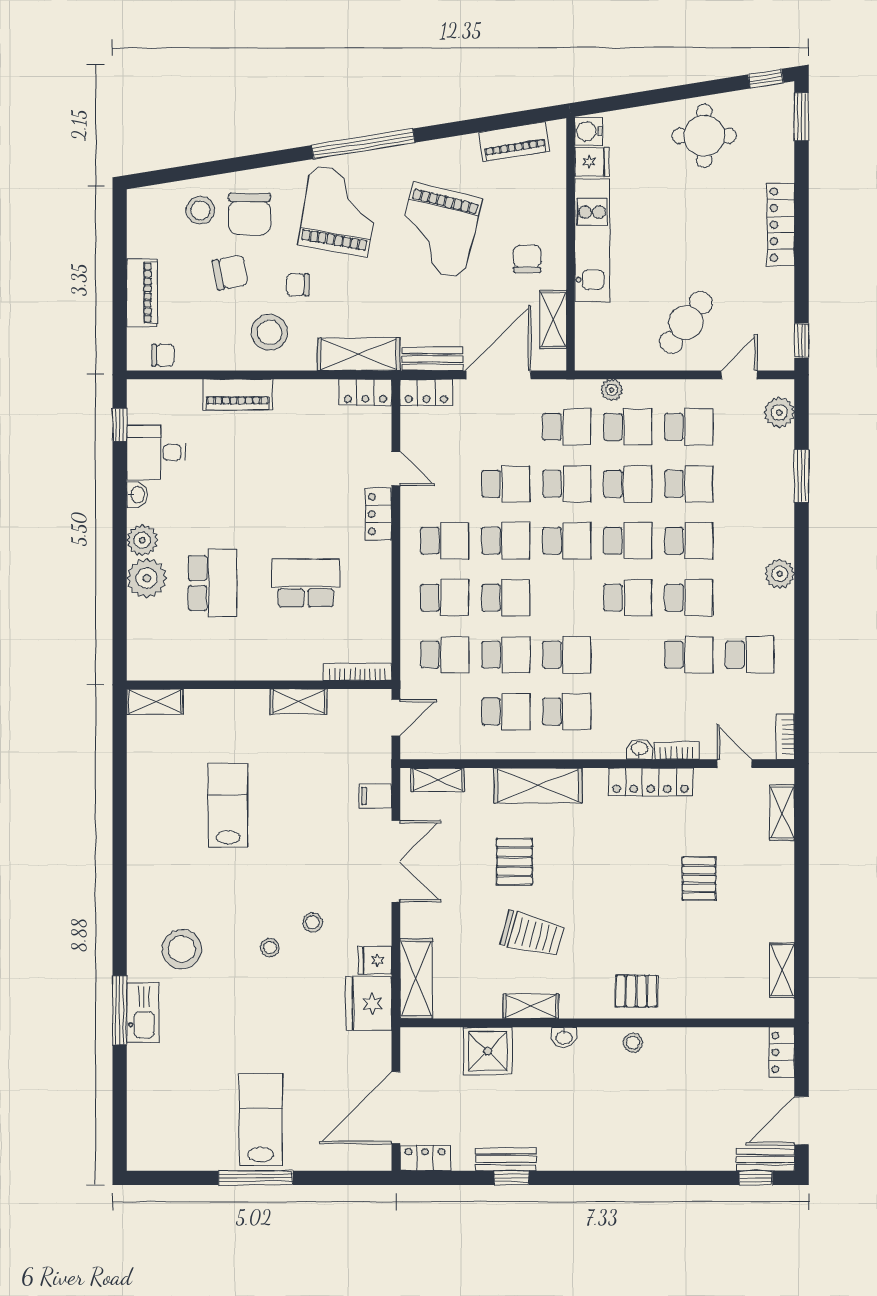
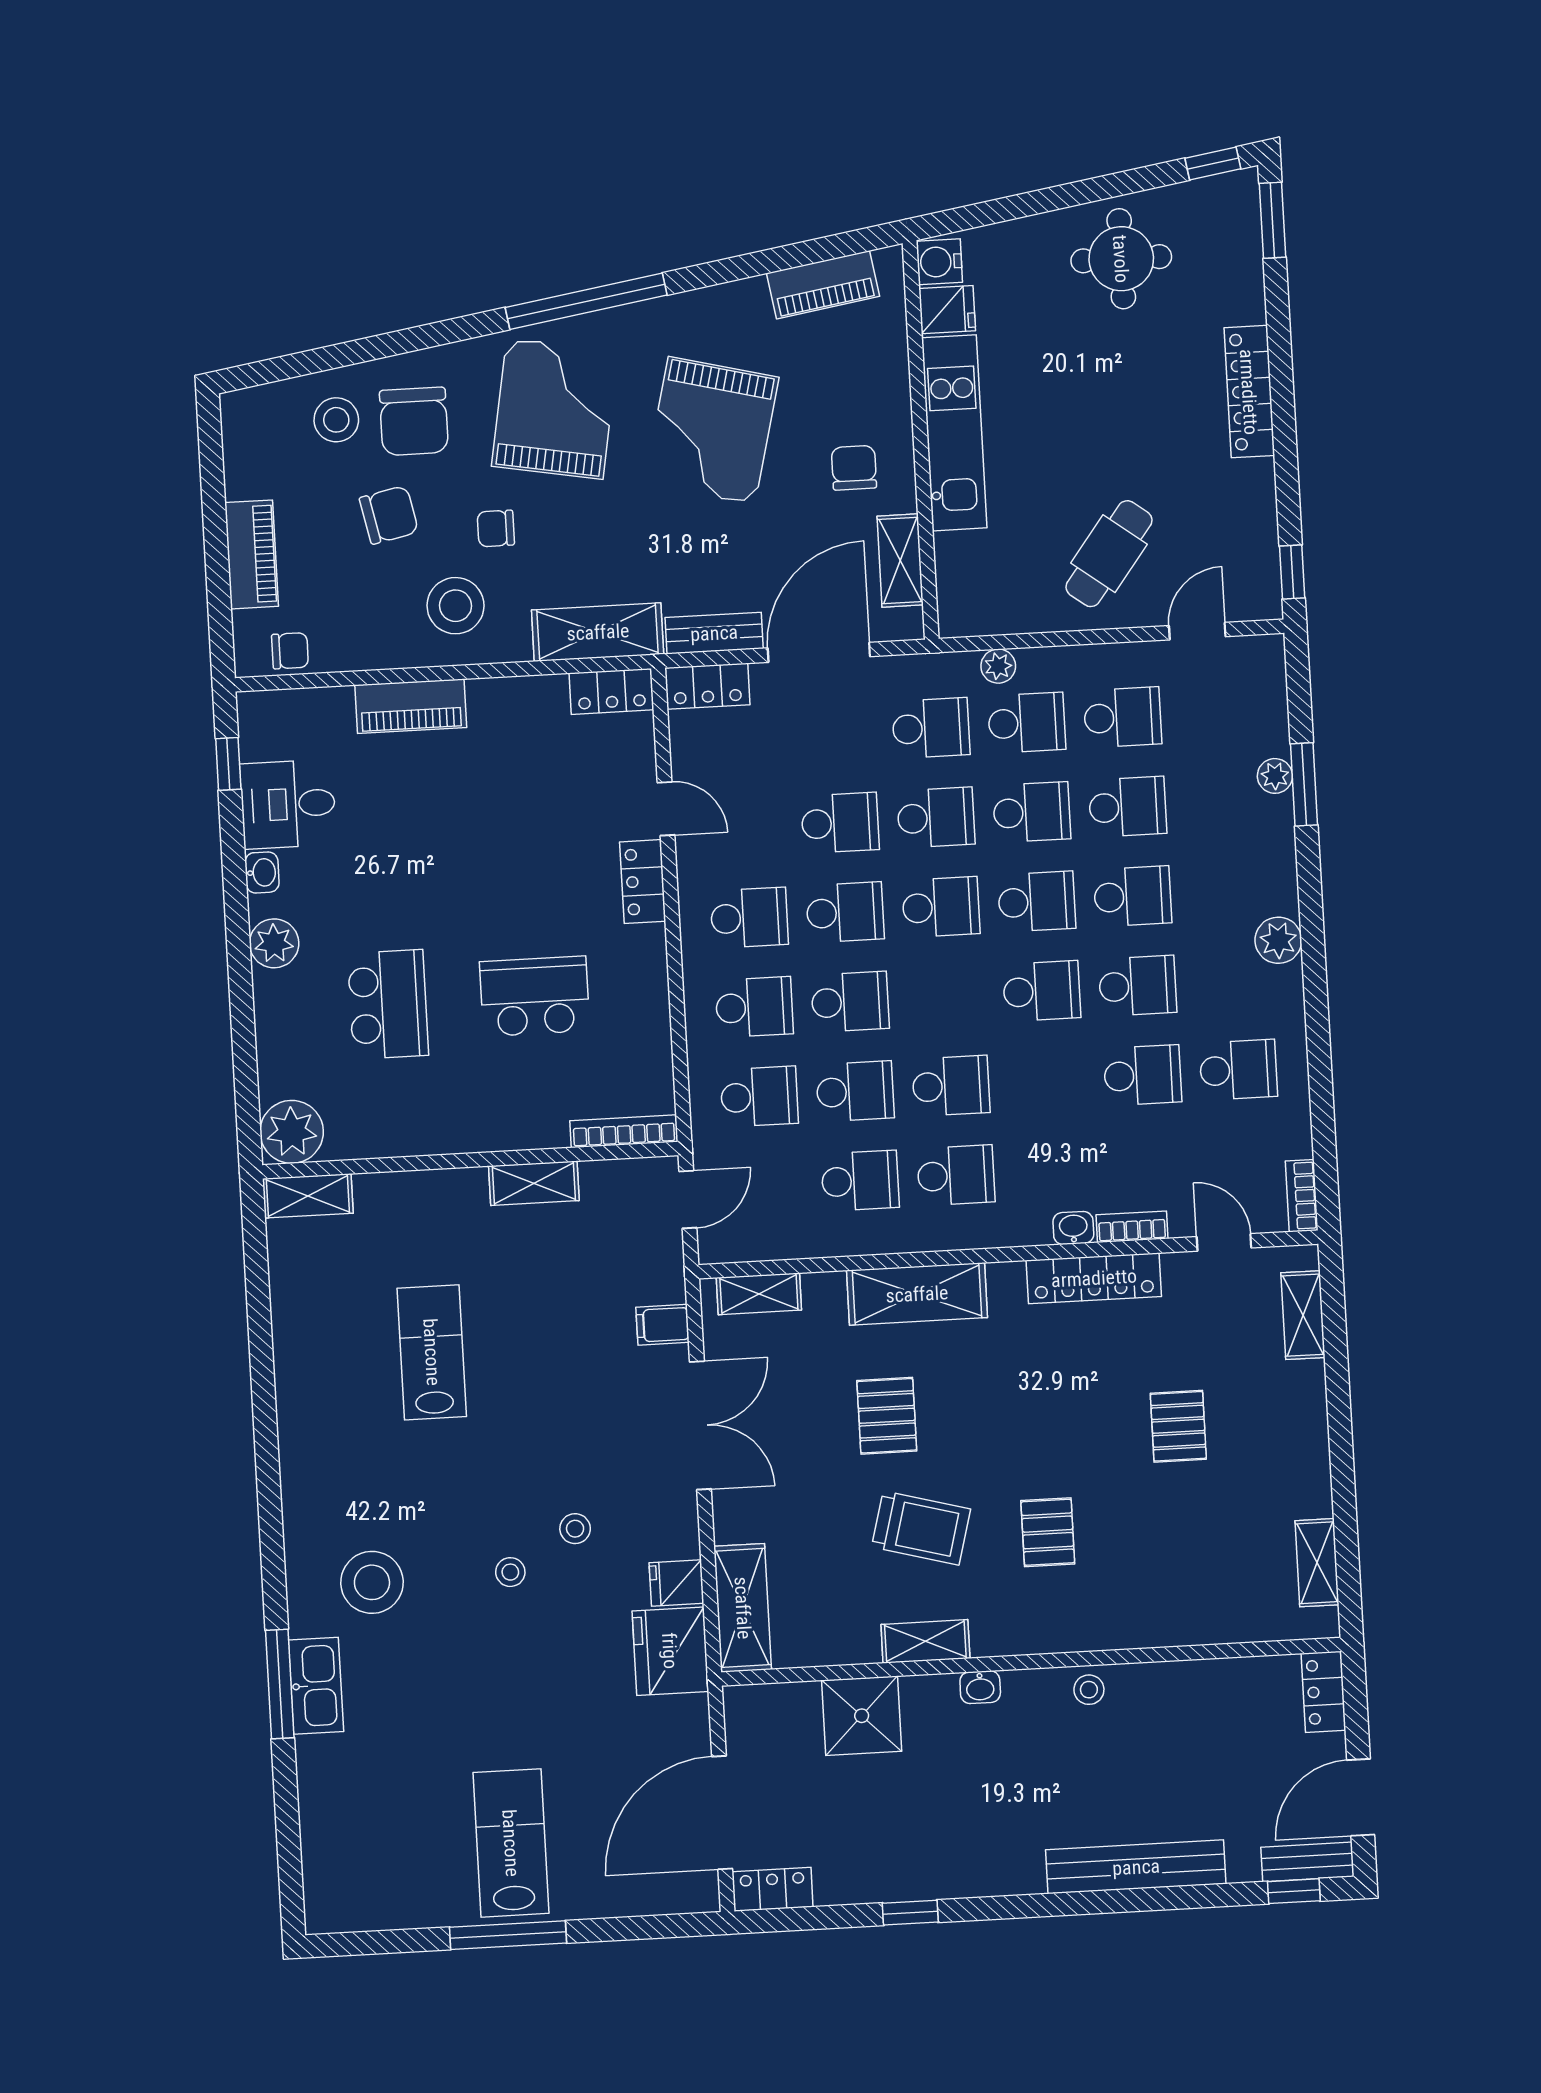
plant: (779, 412) -> (1275, 776), moved, width x0.73, depth x0.73
plant: (147, 578) -> (292, 1132), moved
pallet: (636, 991) -> (1048, 1532), moved, turned 90
bench: (506, 1159) -> (1136, 1867), moved, width x1.86, depth x1.21

